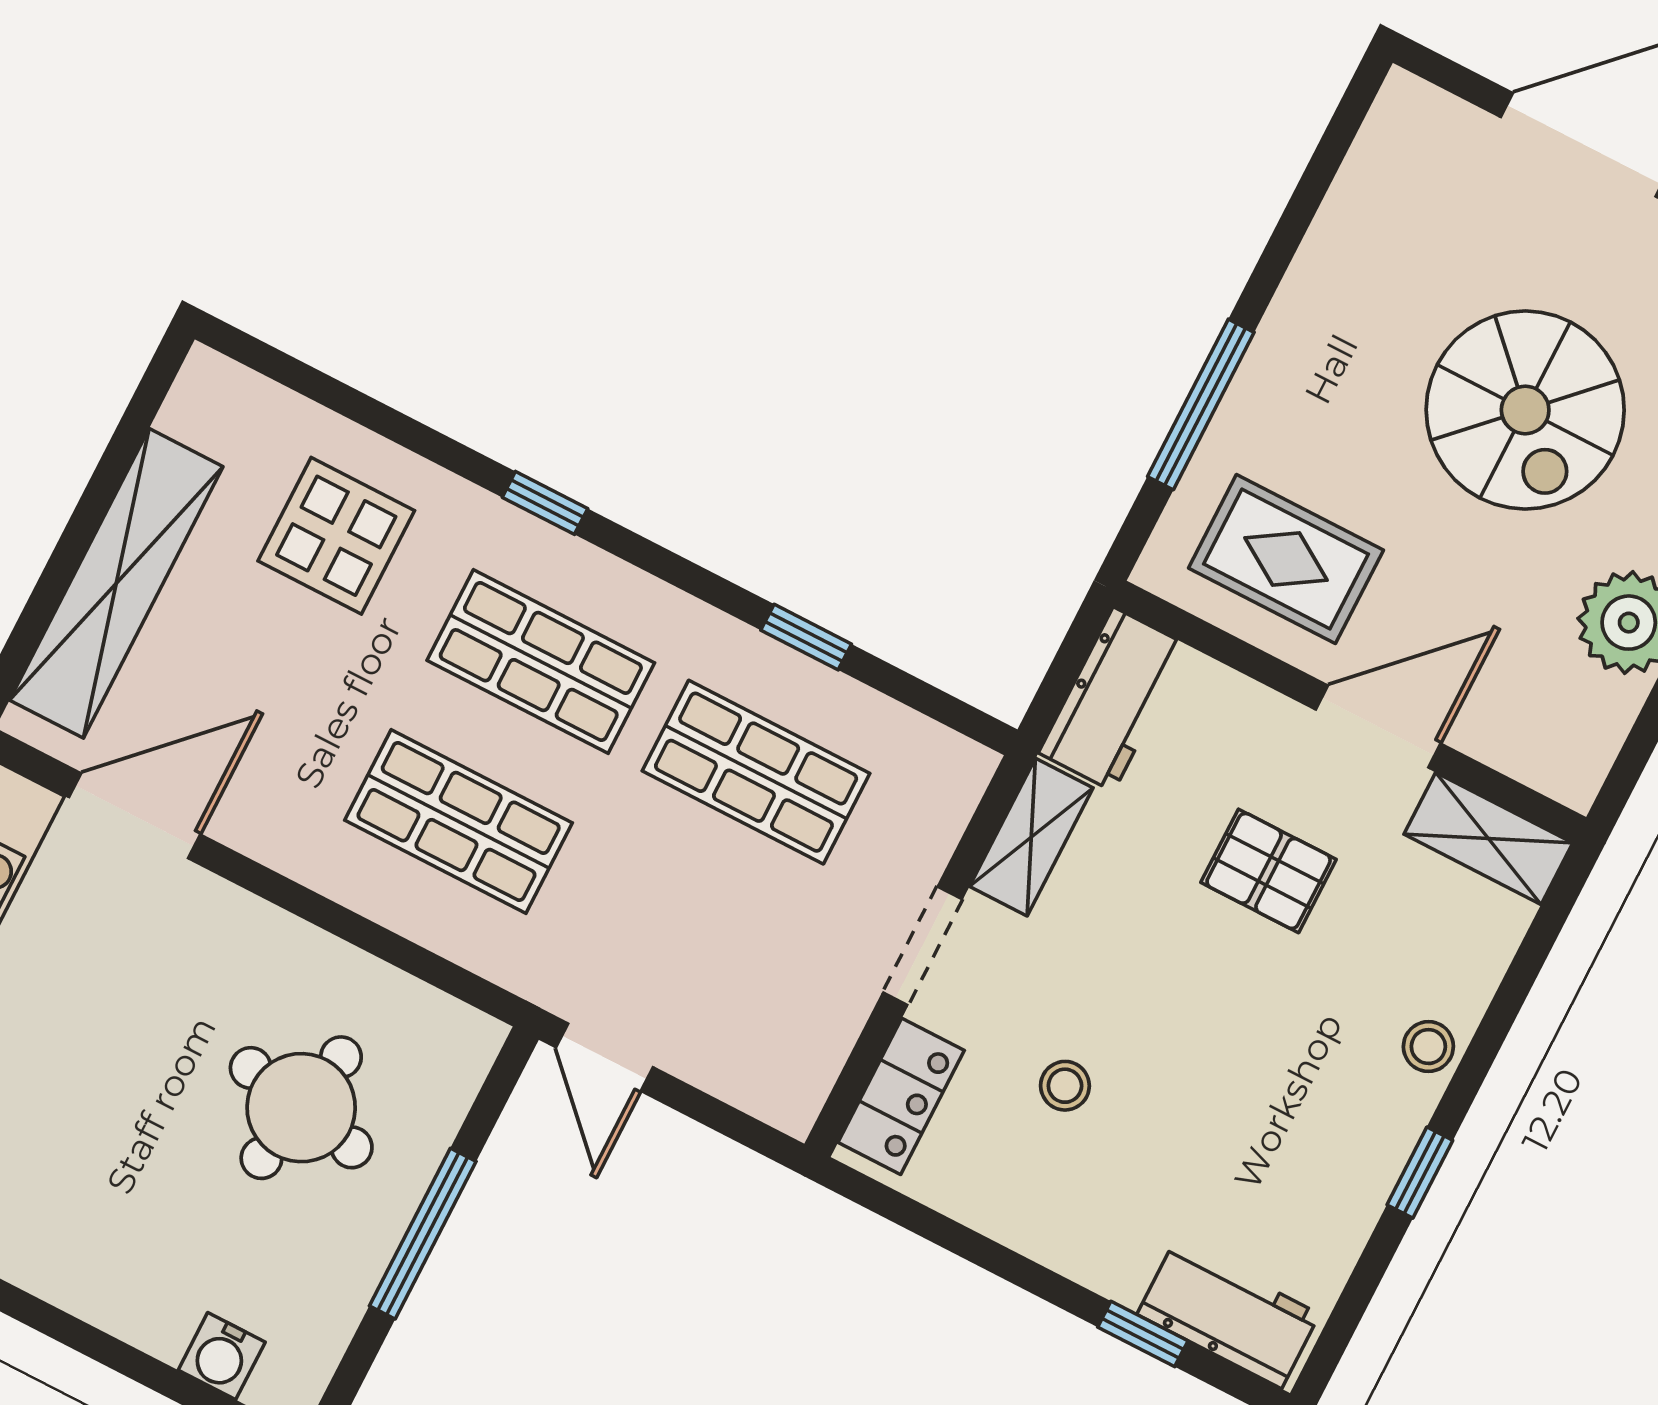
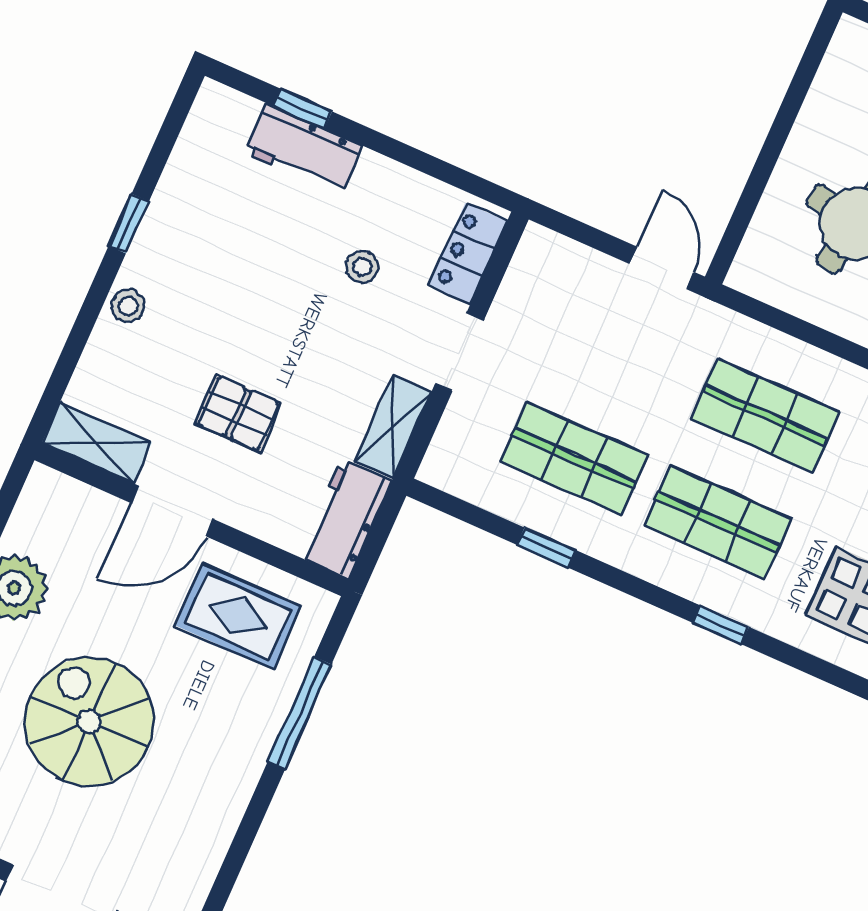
window: (423, 1234) -> (773, 147), removed
workbench: (1228, 1314) -> (303, 149), moved

